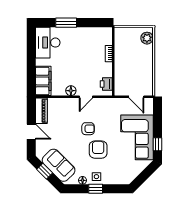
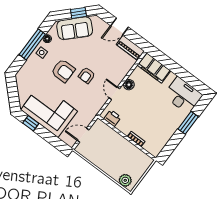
window: (96, 189) -> (32, 44), width x2.17

